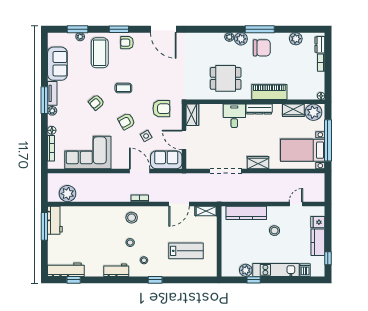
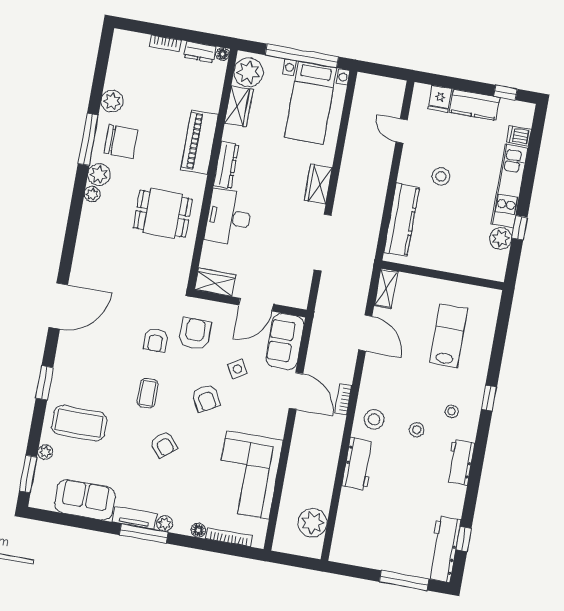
window: (78, 29) -> (28, 474), moved
plant: (296, 39) -> (112, 101), moved
armchair: (127, 43) -> (156, 340), moved
dresser: (320, 45) -> (200, 52), moved
chair: (262, 48) -> (121, 142), turned 90
dining table: (226, 78) -> (163, 213), turned 90
desk: (234, 116) -> (229, 217), width x1.37
door: (140, 171) -> (296, 391), swing flipped
workbench: (55, 220) -> (359, 464), moved, turned 90
window: (44, 226) -> (404, 580), moved

